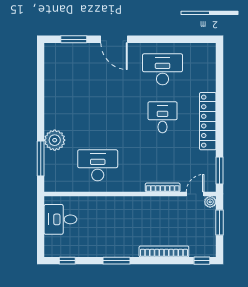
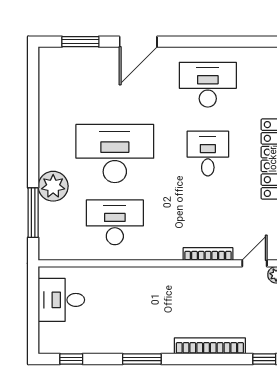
door: (114, 39) -> (138, 42), hinge flipped
desk: (98, 117) -> (115, 154), added

